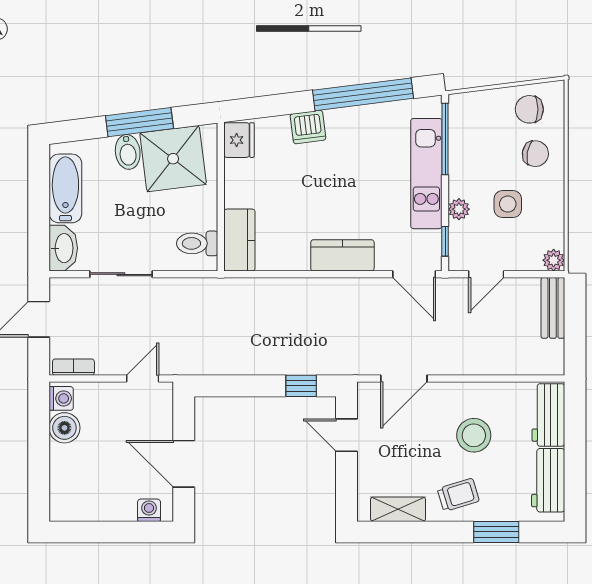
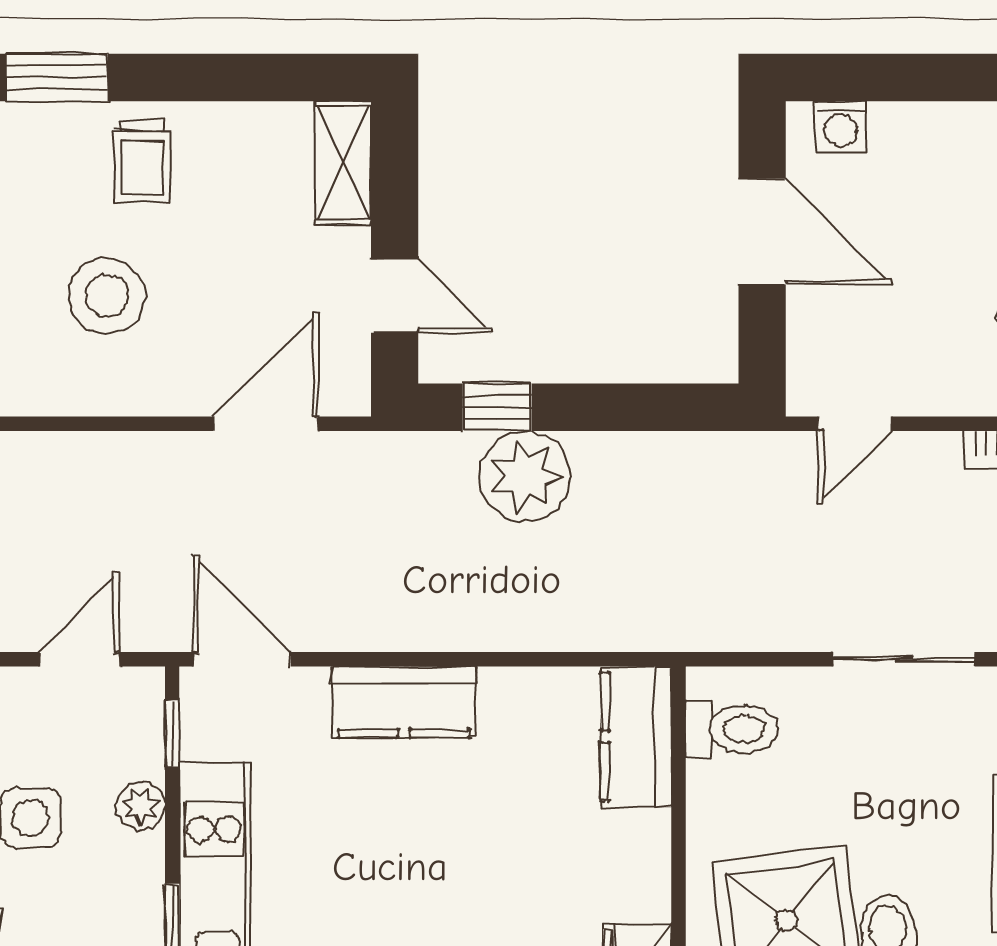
plant: (289, 355) -> (525, 476), added
trolley: (458, 495) -> (142, 161), turned -73
shelving: (398, 509) -> (343, 163), moved, turned 90

